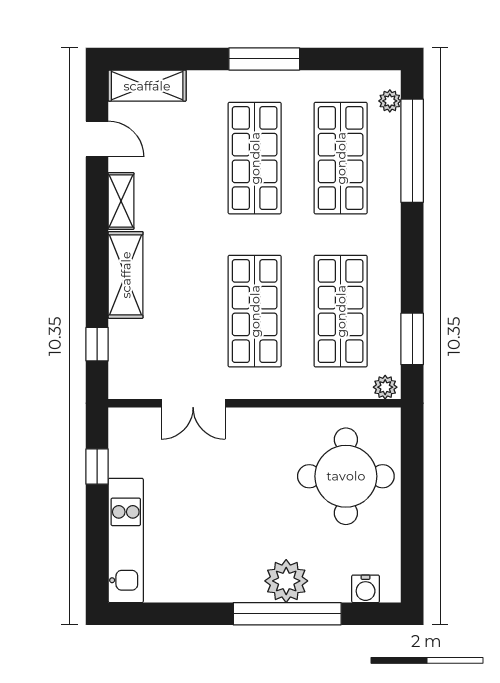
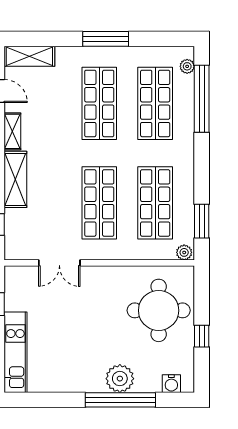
window: (412, 516) -> (202, 336), added

